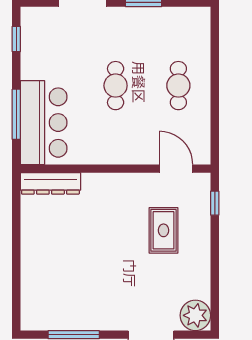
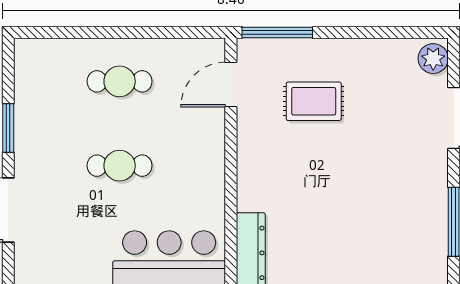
window: (215, 203) -> (277, 33), width x2.17
plant: (195, 315) -> (433, 59), width x0.73, depth x0.73

